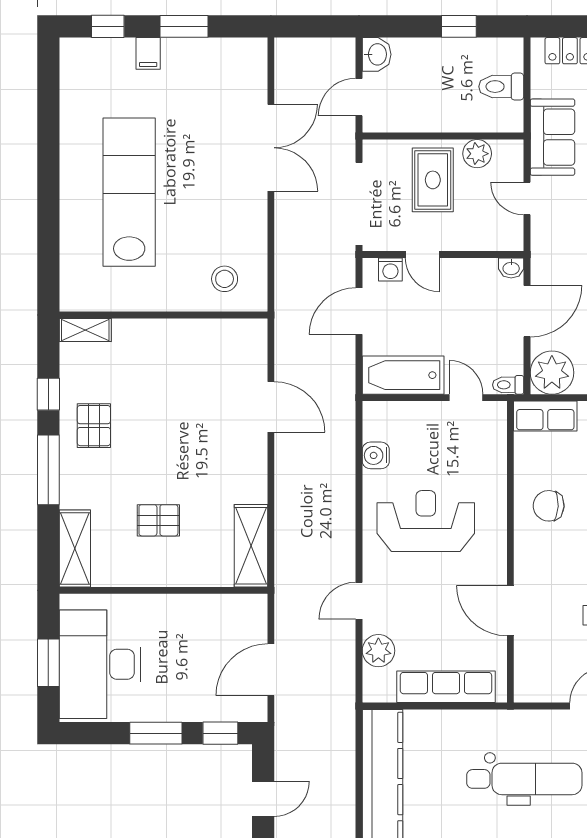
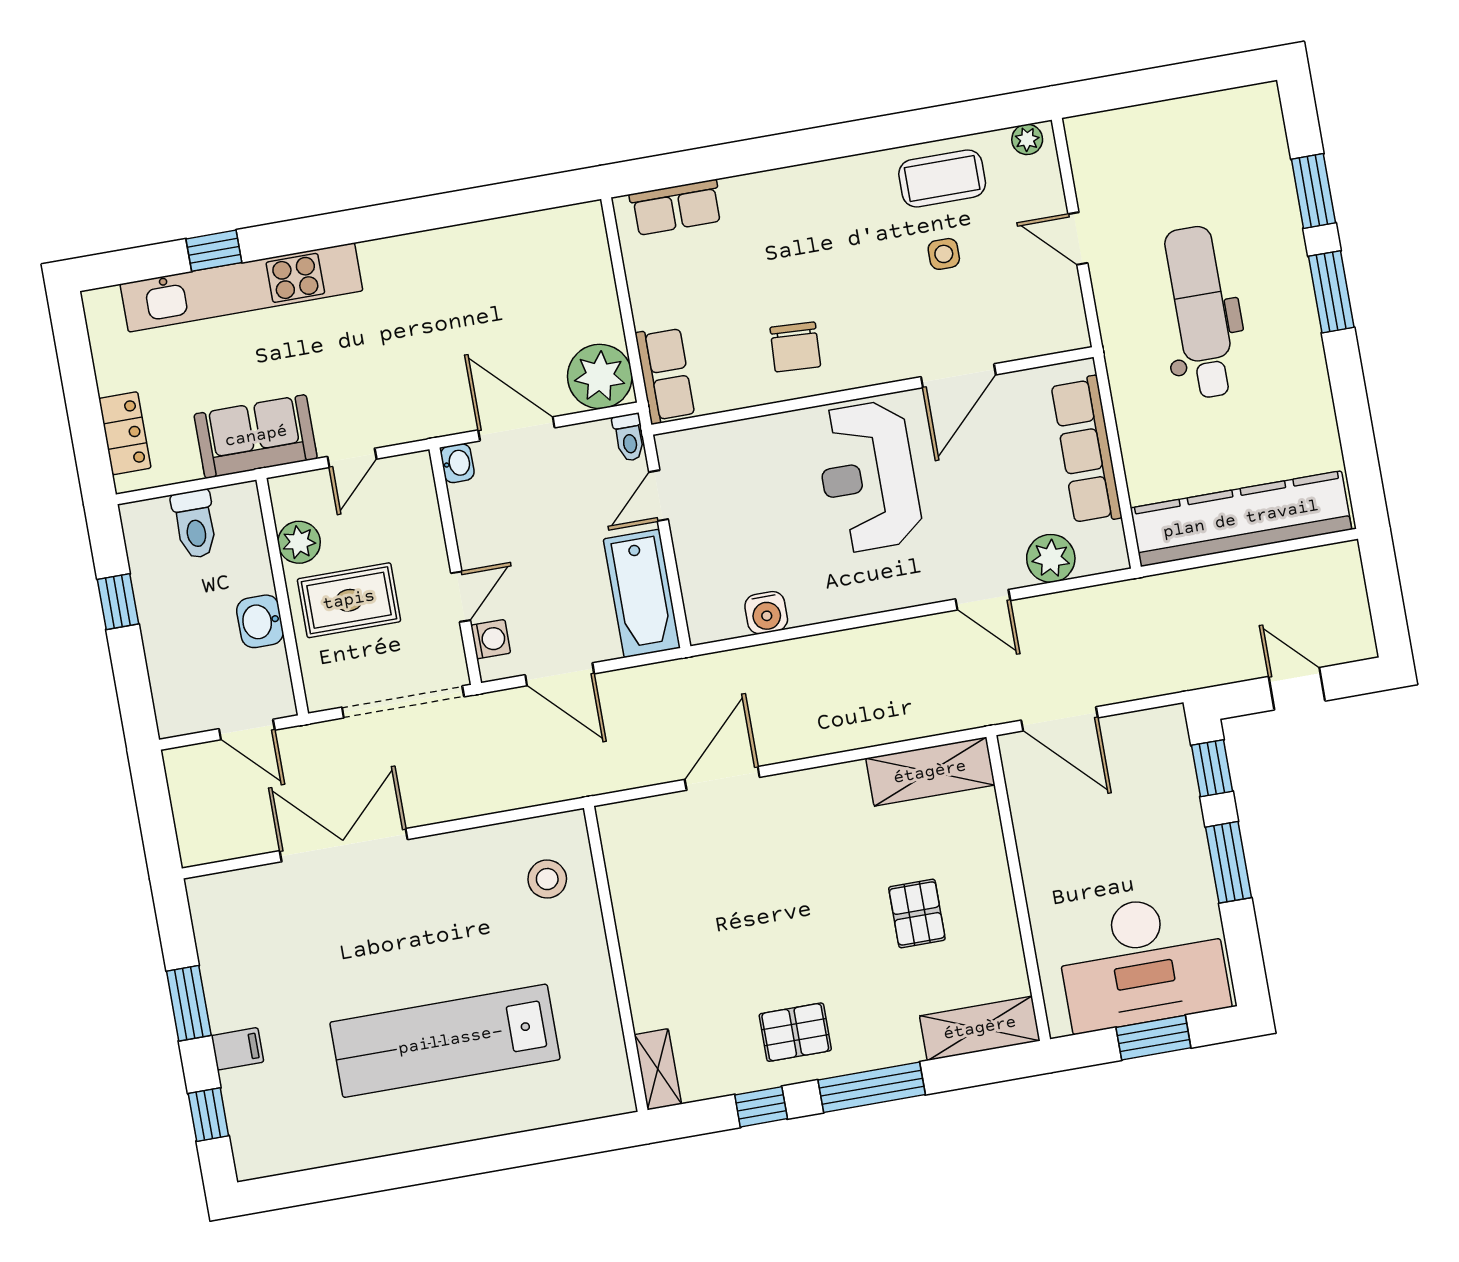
washbasin: (377, 54) -> (260, 621), moved, turned -90
reception desk: (426, 521) -> (868, 477), moved
door: (271, 670) -> (1059, 719), moved

